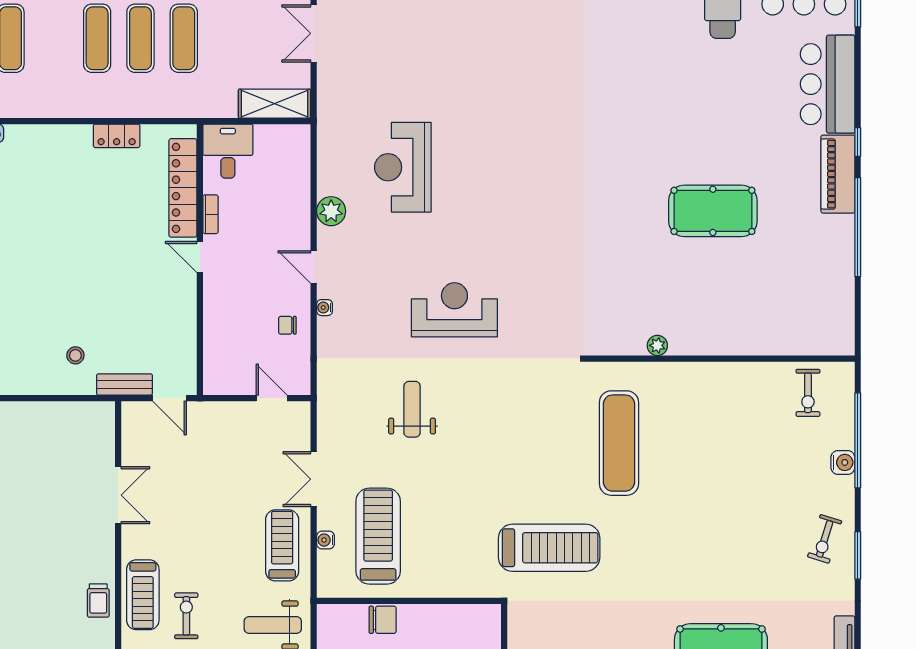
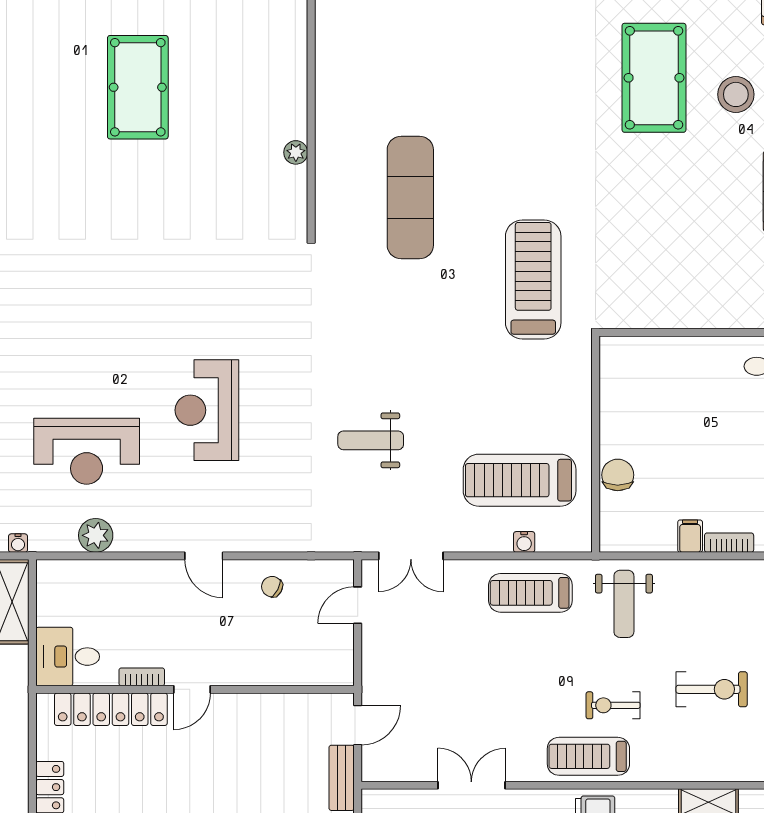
plant: (331, 211) -> (96, 535), moved
door: (314, 267) -> (204, 556), hinge flipped
water cooler: (325, 308) -> (18, 543), moved
reception desk: (454, 310) -> (207, 410), moved
chair: (287, 325) -> (272, 587), turned 118
exercise mat: (619, 443) -> (410, 197), turned 90
double door: (314, 479) -> (411, 556), moved
treadmill: (143, 595) -> (588, 756), turned 180

